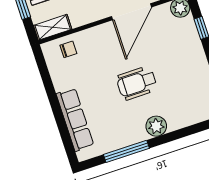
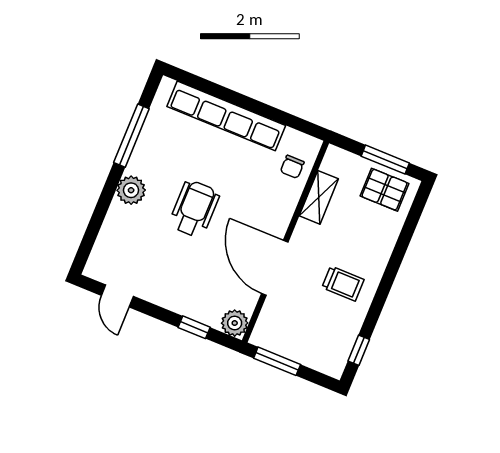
shelving: (53, 27) -> (319, 197), moved
row of seats: (75, 120) -> (226, 116), width x1.36

